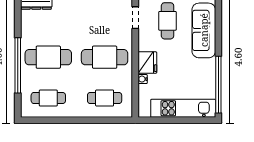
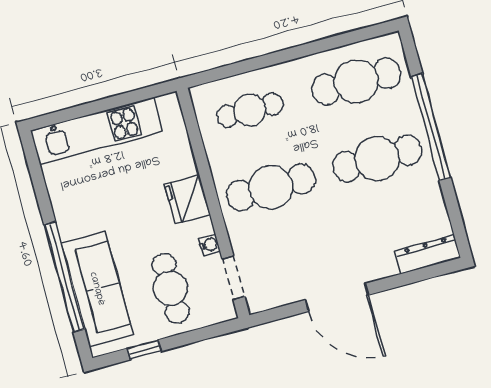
water cooler: (143, 79) -> (209, 245), moved
window: (218, 85) -> (64, 277), moved
cafe table: (48, 98) -> (356, 81), width x1.37, depth x1.35

